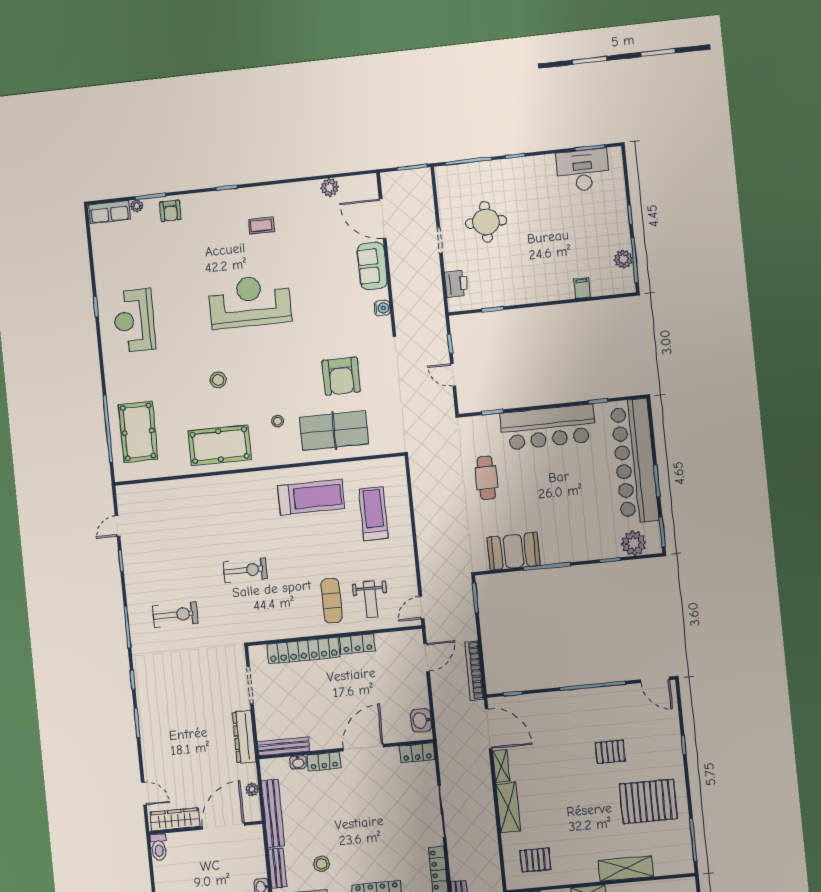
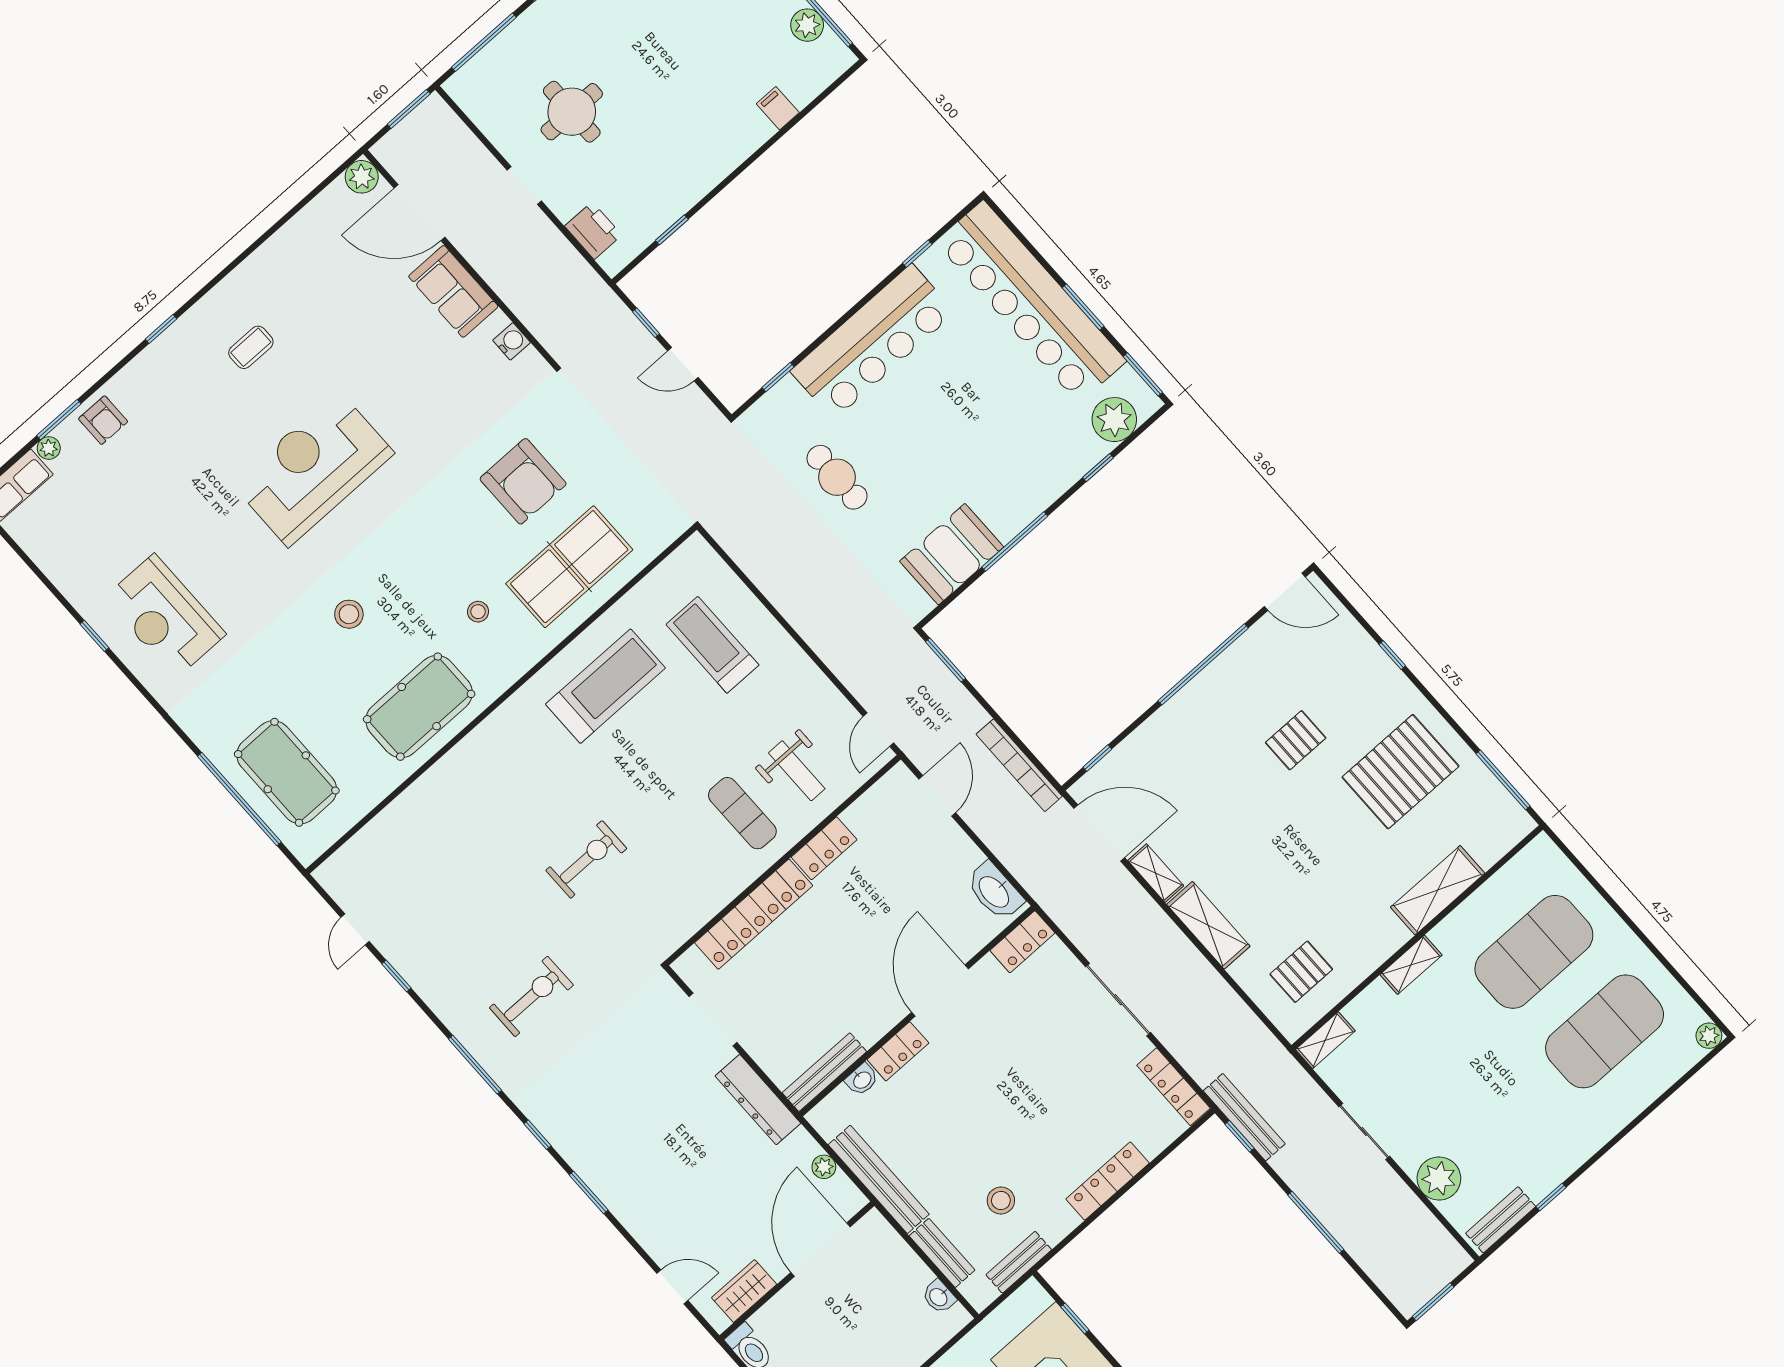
plant: (330, 187) -> (362, 177), moved
washbasin: (421, 720) -> (995, 891), width x1.38
wardrobe: (175, 819) -> (744, 1291), width x0.67

